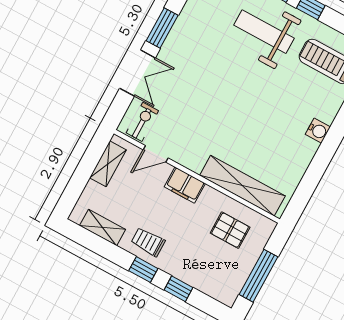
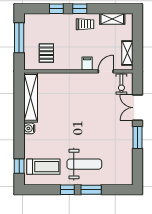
filing cabinet: (185, 185) -> (87, 64), width x0.50
shelving: (242, 186) -> (31, 97), moved, turned 90
pallet: (230, 230) -> (46, 53), turned 90

